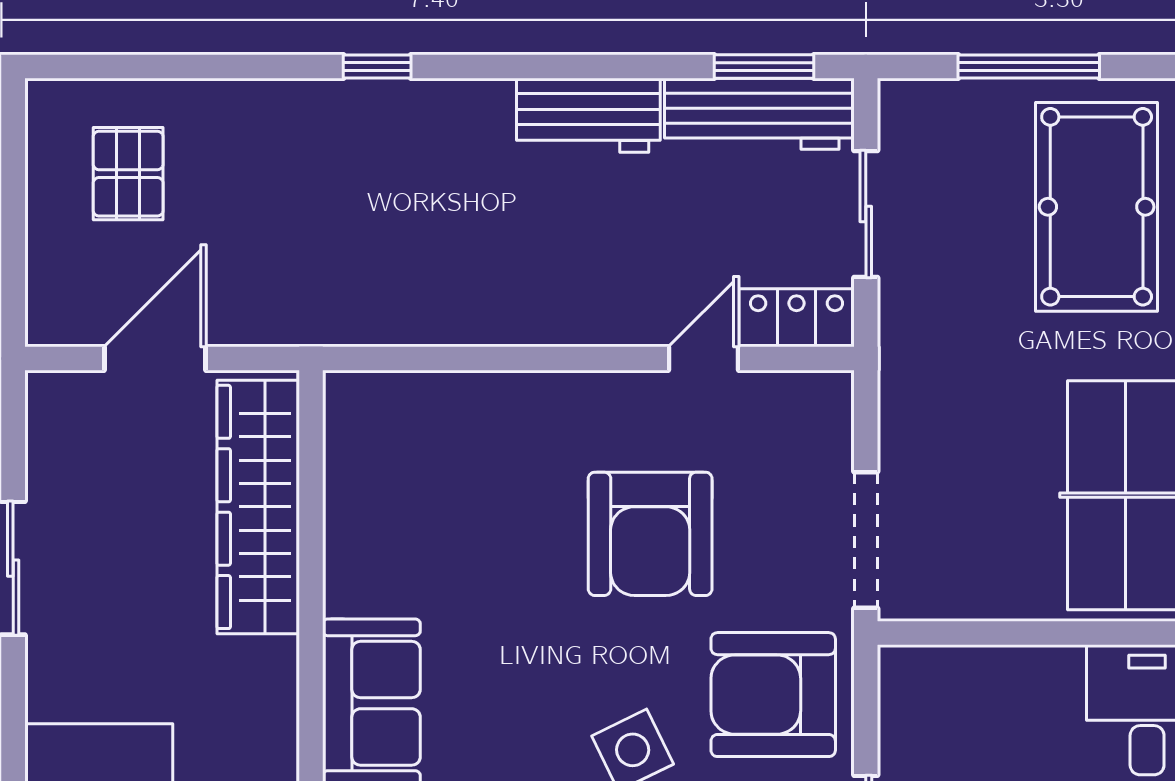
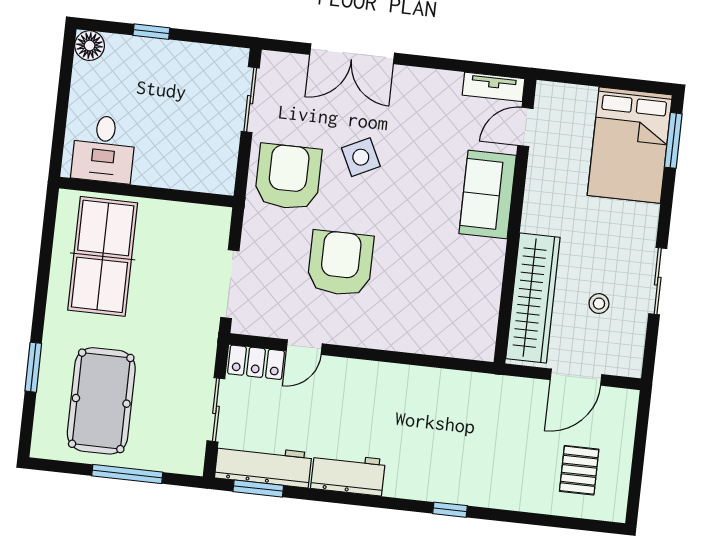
stool: (125, 510) -> (599, 304), added
doorway: (866, 540) -> (230, 284), moved
armchair: (773, 695) -> (288, 177), turned -90

